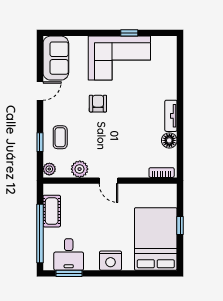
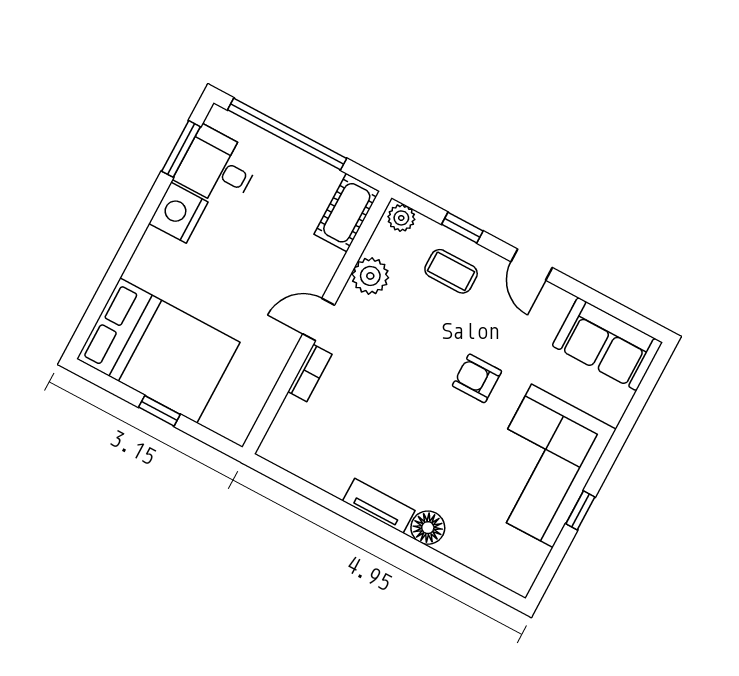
door: (40, 91) -> (532, 265), moved
armchair: (98, 104) -> (477, 378), turned 180
floor lamp: (169, 140) -> (428, 528), moved
bookcase: (162, 173) -> (310, 373), moved
cot: (52, 211) -> (347, 213), moved, turned 90
nightstand: (110, 261) -> (178, 213), moved

